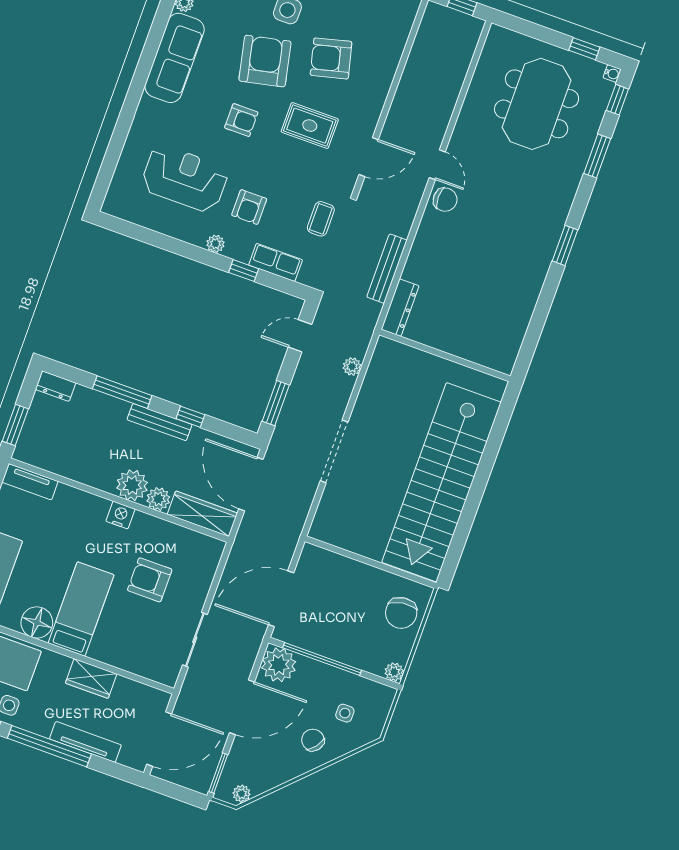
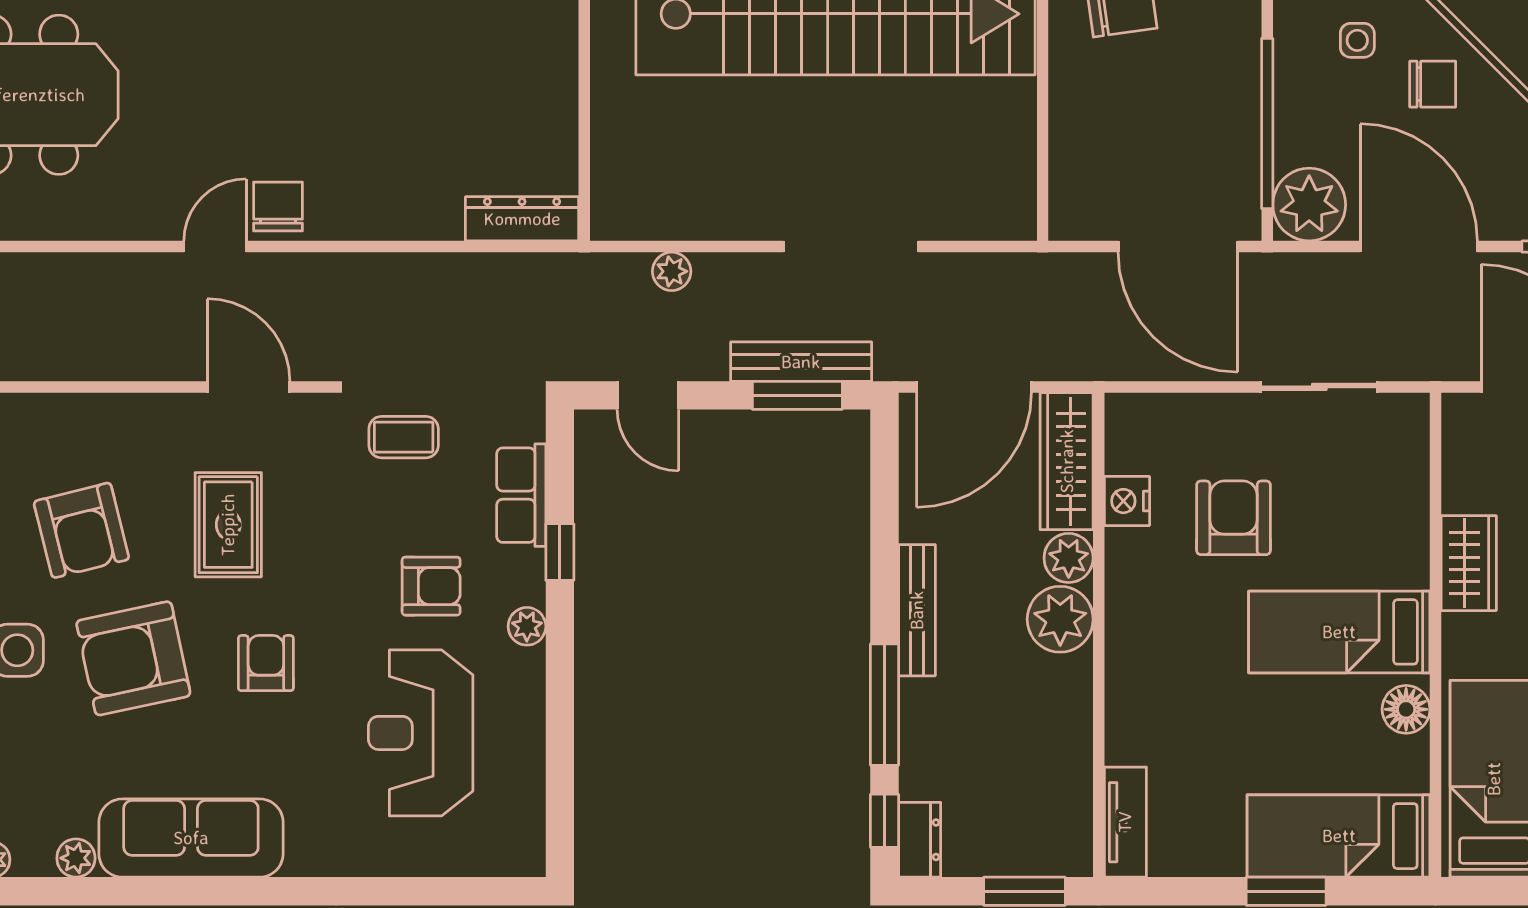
bench: (387, 269) -> (801, 362), moved
window: (190, 417) -> (884, 821), moved
nightstand: (120, 515) -> (1127, 501), moved
armchair: (150, 580) -> (1234, 518), turned 180
floor lamp: (37, 622) -> (1406, 709), width x0.73, depth x0.73
chair: (313, 740) -> (1433, 84), turned -128

